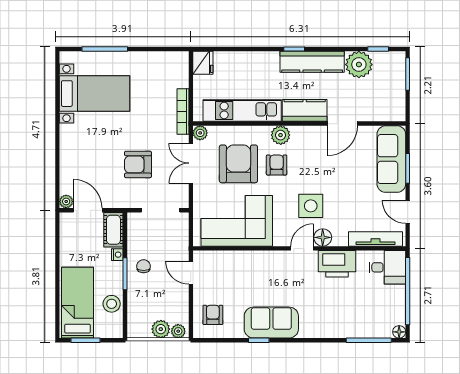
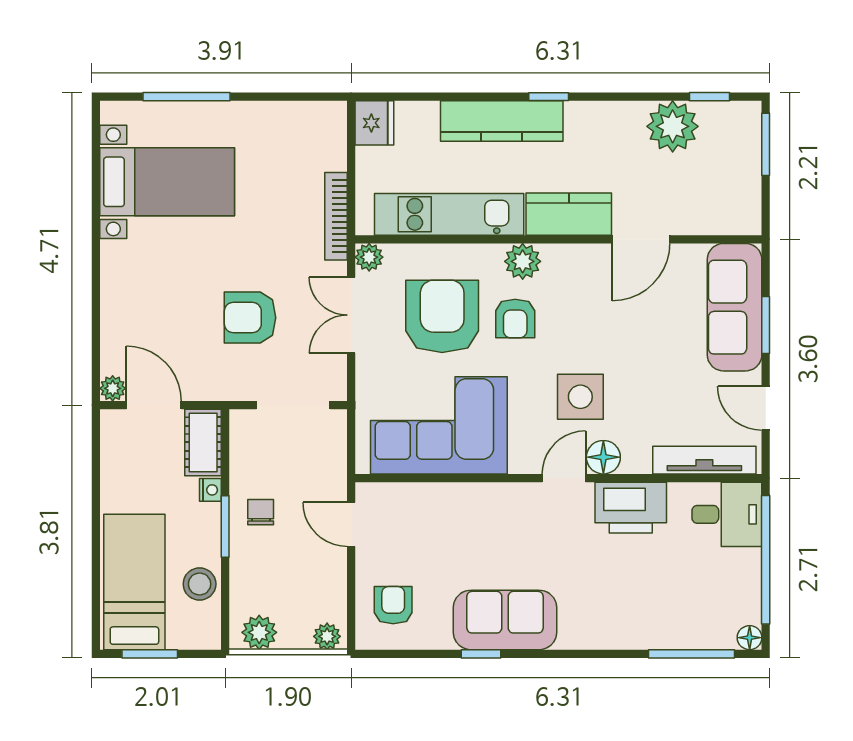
kitchen counter: (312, 62) -> (502, 121), moved
armchair: (277, 165) -> (515, 318), turned 180
plant: (161, 329) -> (259, 632), moved

